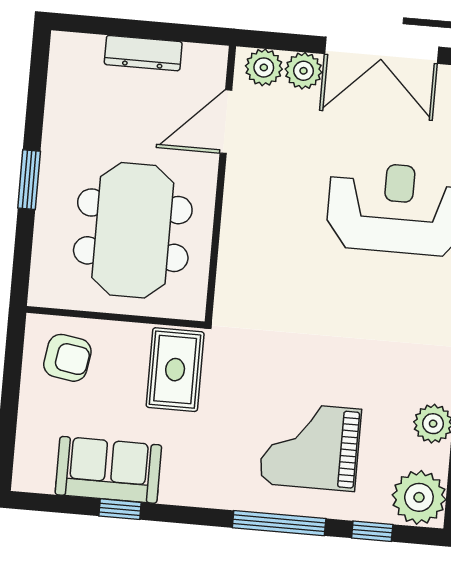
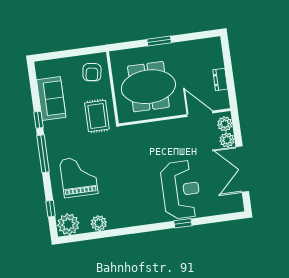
dresser: (143, 53) -> (220, 79), width x0.70
rug: (175, 370) -> (97, 116), turned 90
window: (120, 509) -> (38, 120), moved
window: (279, 523) -> (43, 154), moved

